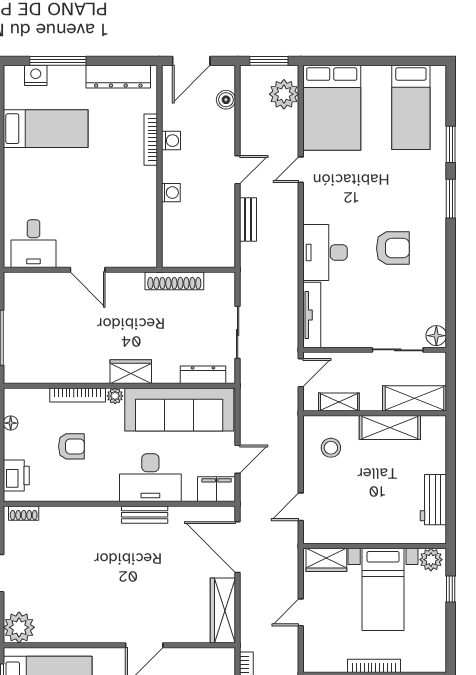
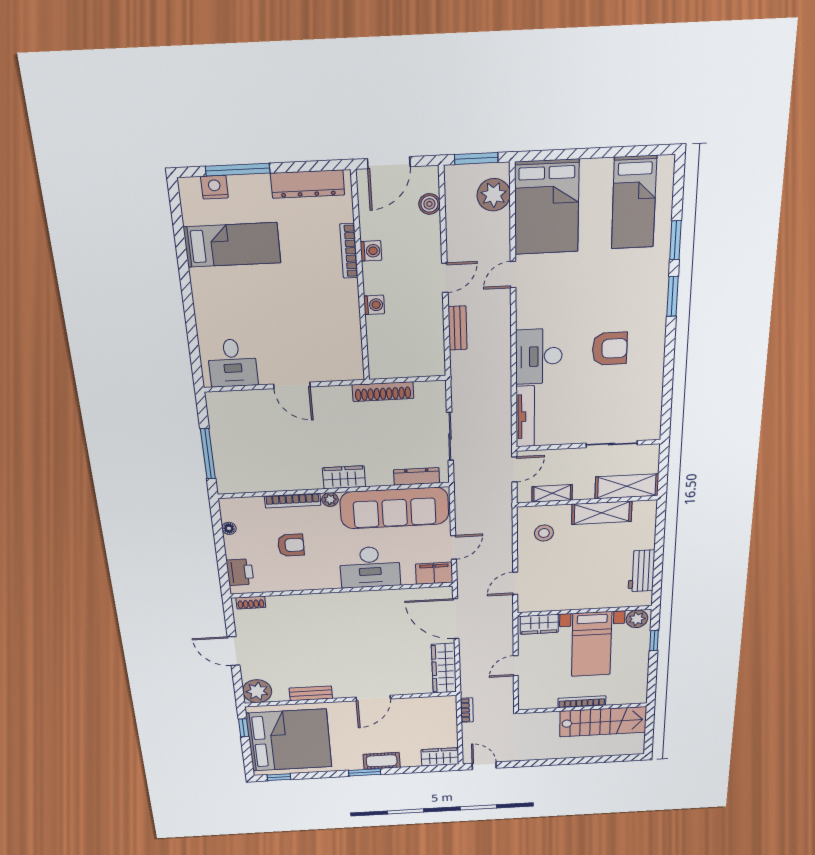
floor lamp: (436, 336) -> (651, 429), removed
bench: (145, 515) -> (311, 693), moved

